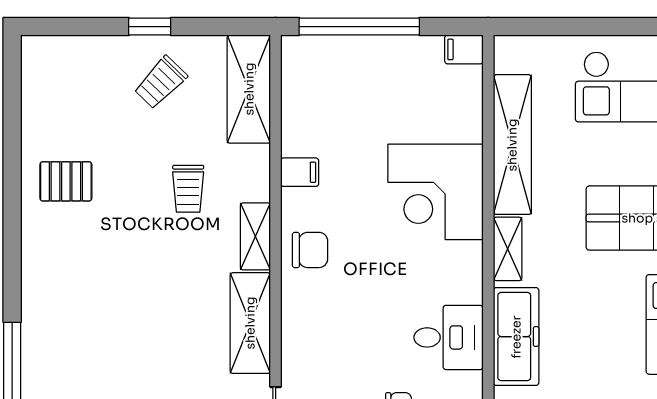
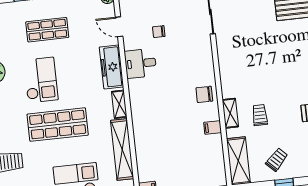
corner desk: (435, 192) -> (153, 125), removed
shelving: (255, 236) -> (230, 113), moved
shelving: (250, 323) -> (227, 60), removed

